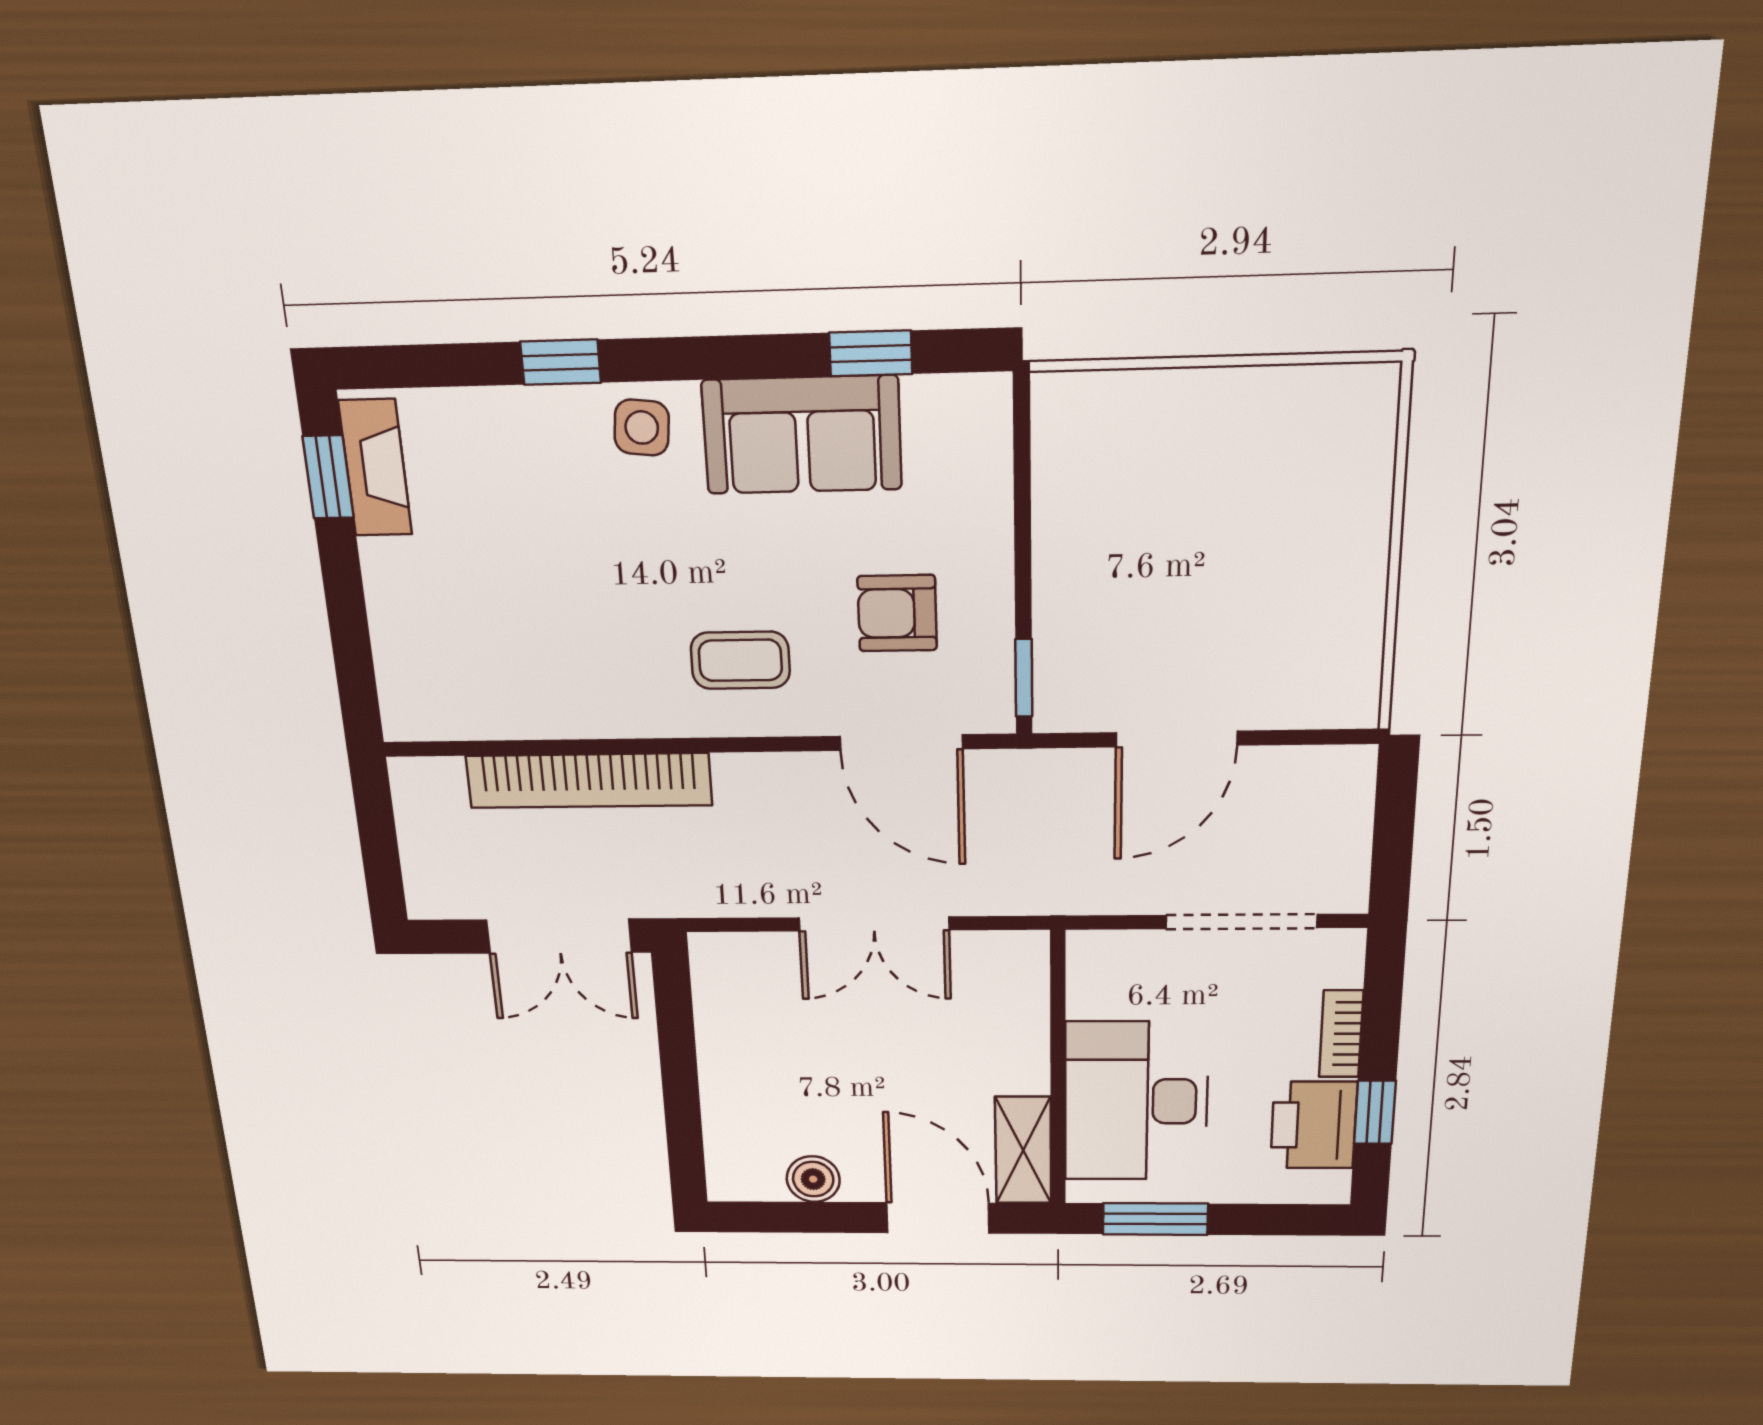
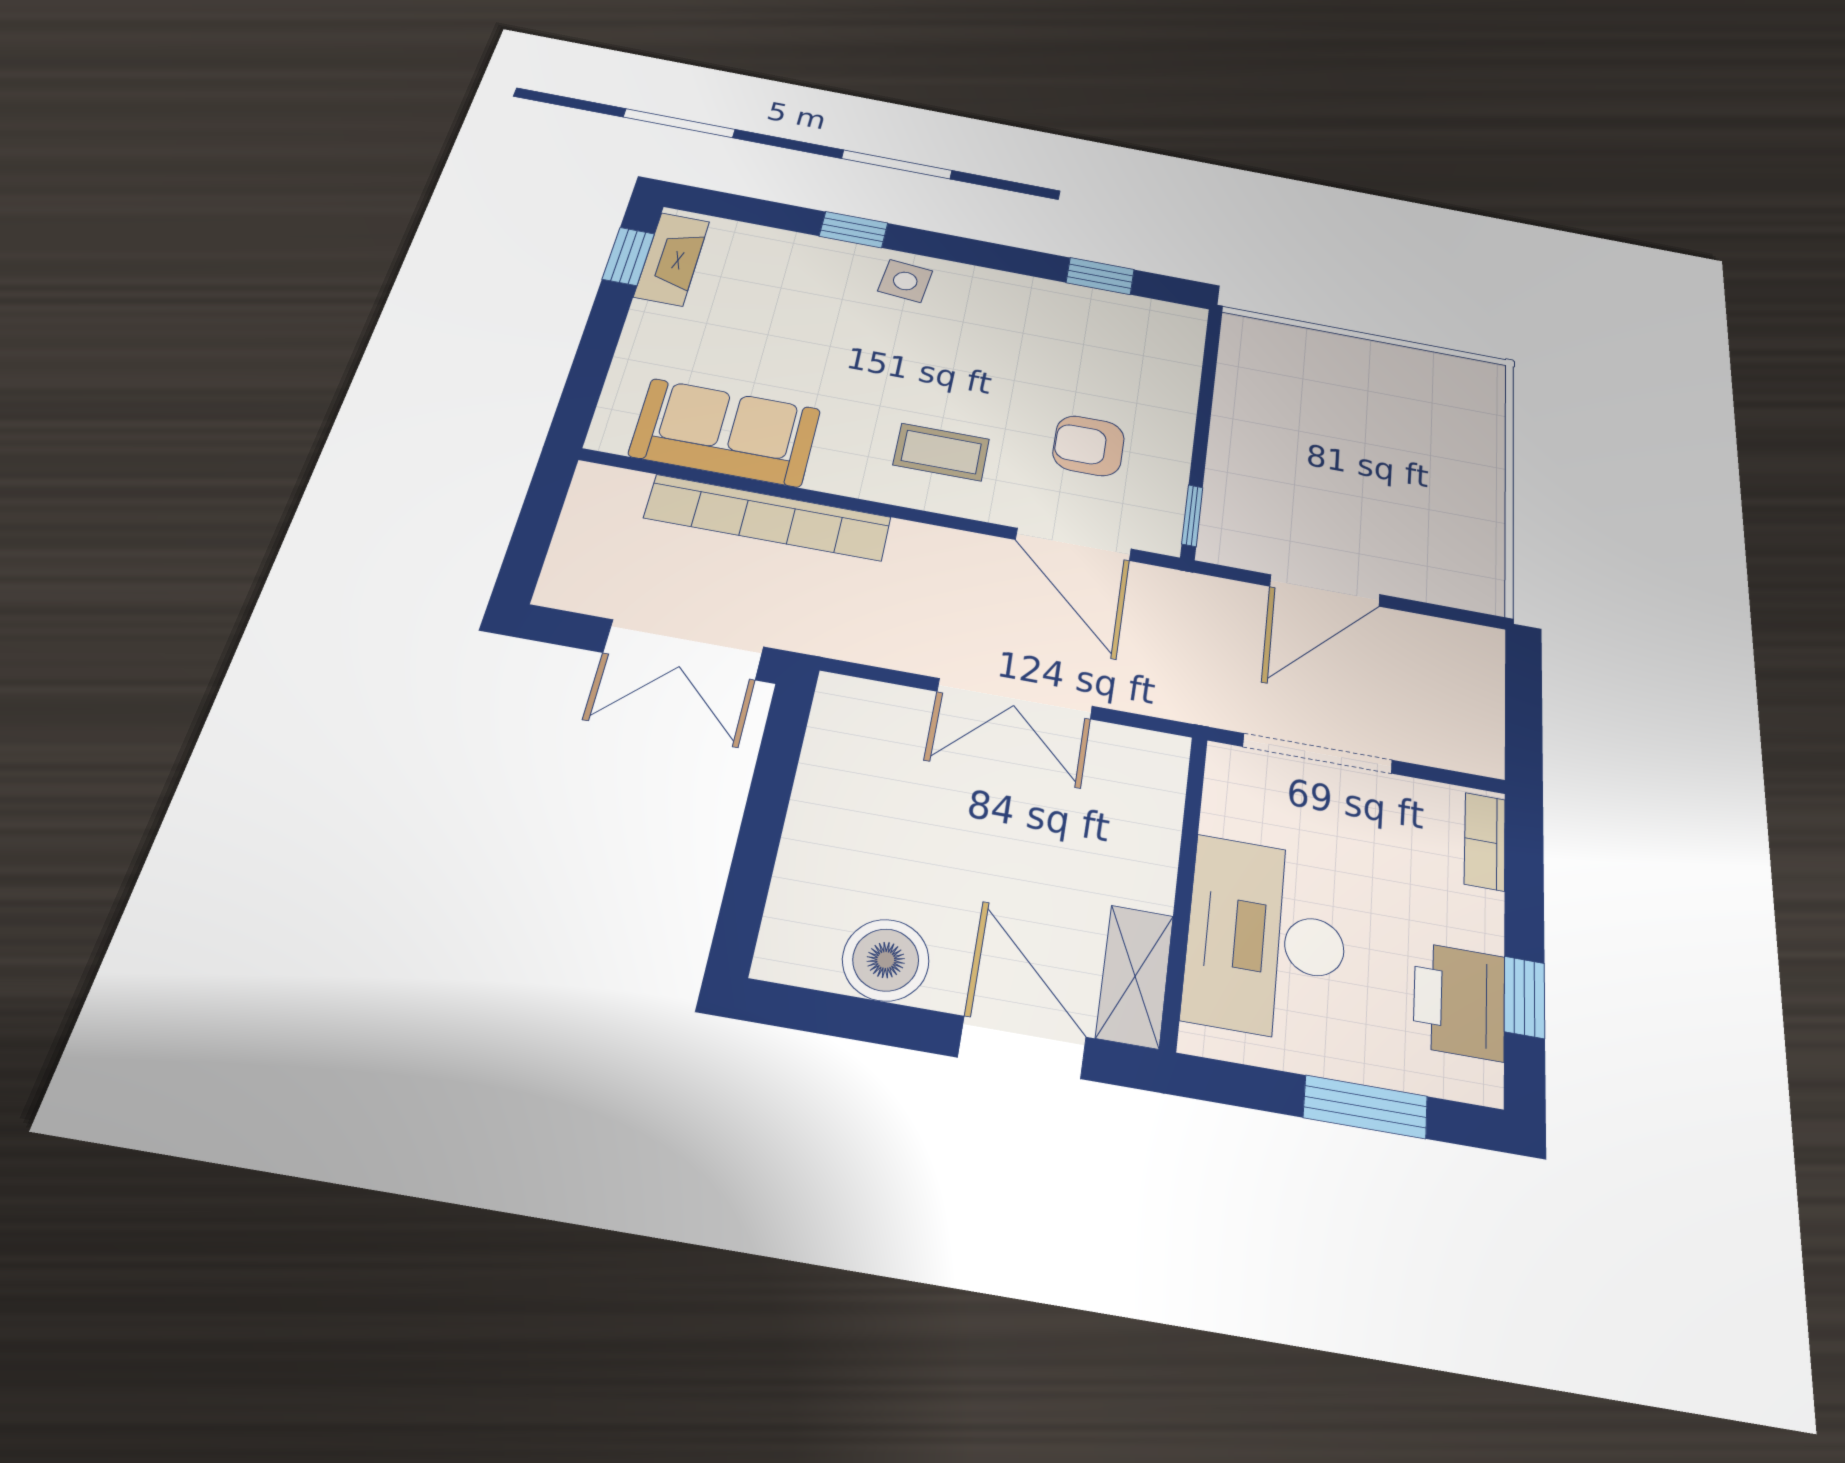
sofa: (802, 435) -> (725, 433), moved, turned 180
doorway: (1242, 922) -> (1318, 753), moved
bookcase: (1341, 1034) -> (1485, 841), moved
boiler: (813, 1179) -> (886, 960), width x1.36, depth x1.36
window: (1155, 1219) -> (1365, 1107), moved

